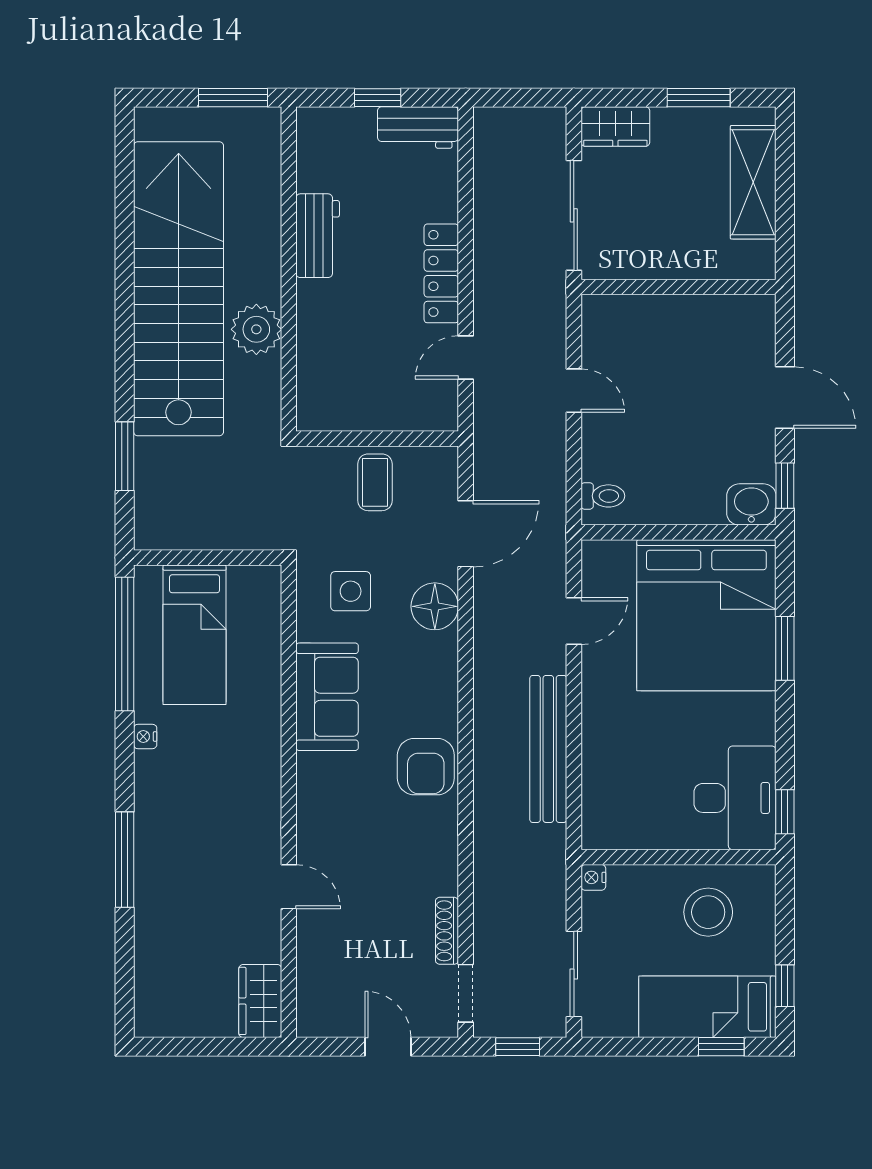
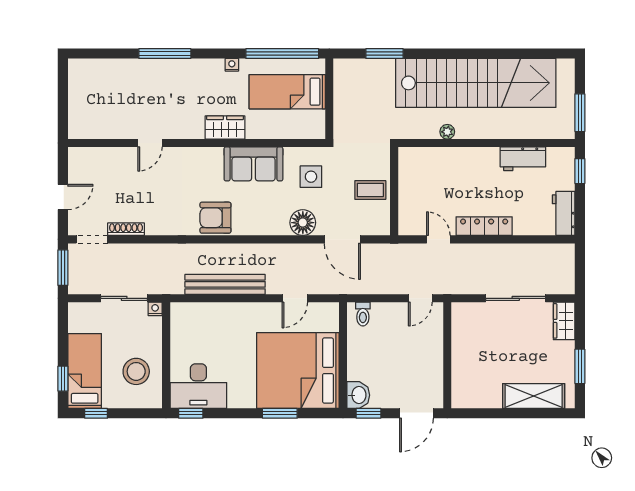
window: (378, 98) -> (580, 171), moved
workbench: (318, 236) -> (523, 159), moved
wall: (678, 287) -> (447, 355), moved
plant: (256, 329) -> (447, 132), width x0.53, depth x0.53
door: (574, 621) -> (295, 298), hinge flipped
sliding door: (574, 974) -> (124, 298), moved
wardrobe: (260, 1001) -> (225, 128), moved
window: (518, 1047) -> (63, 268), width x1.50

